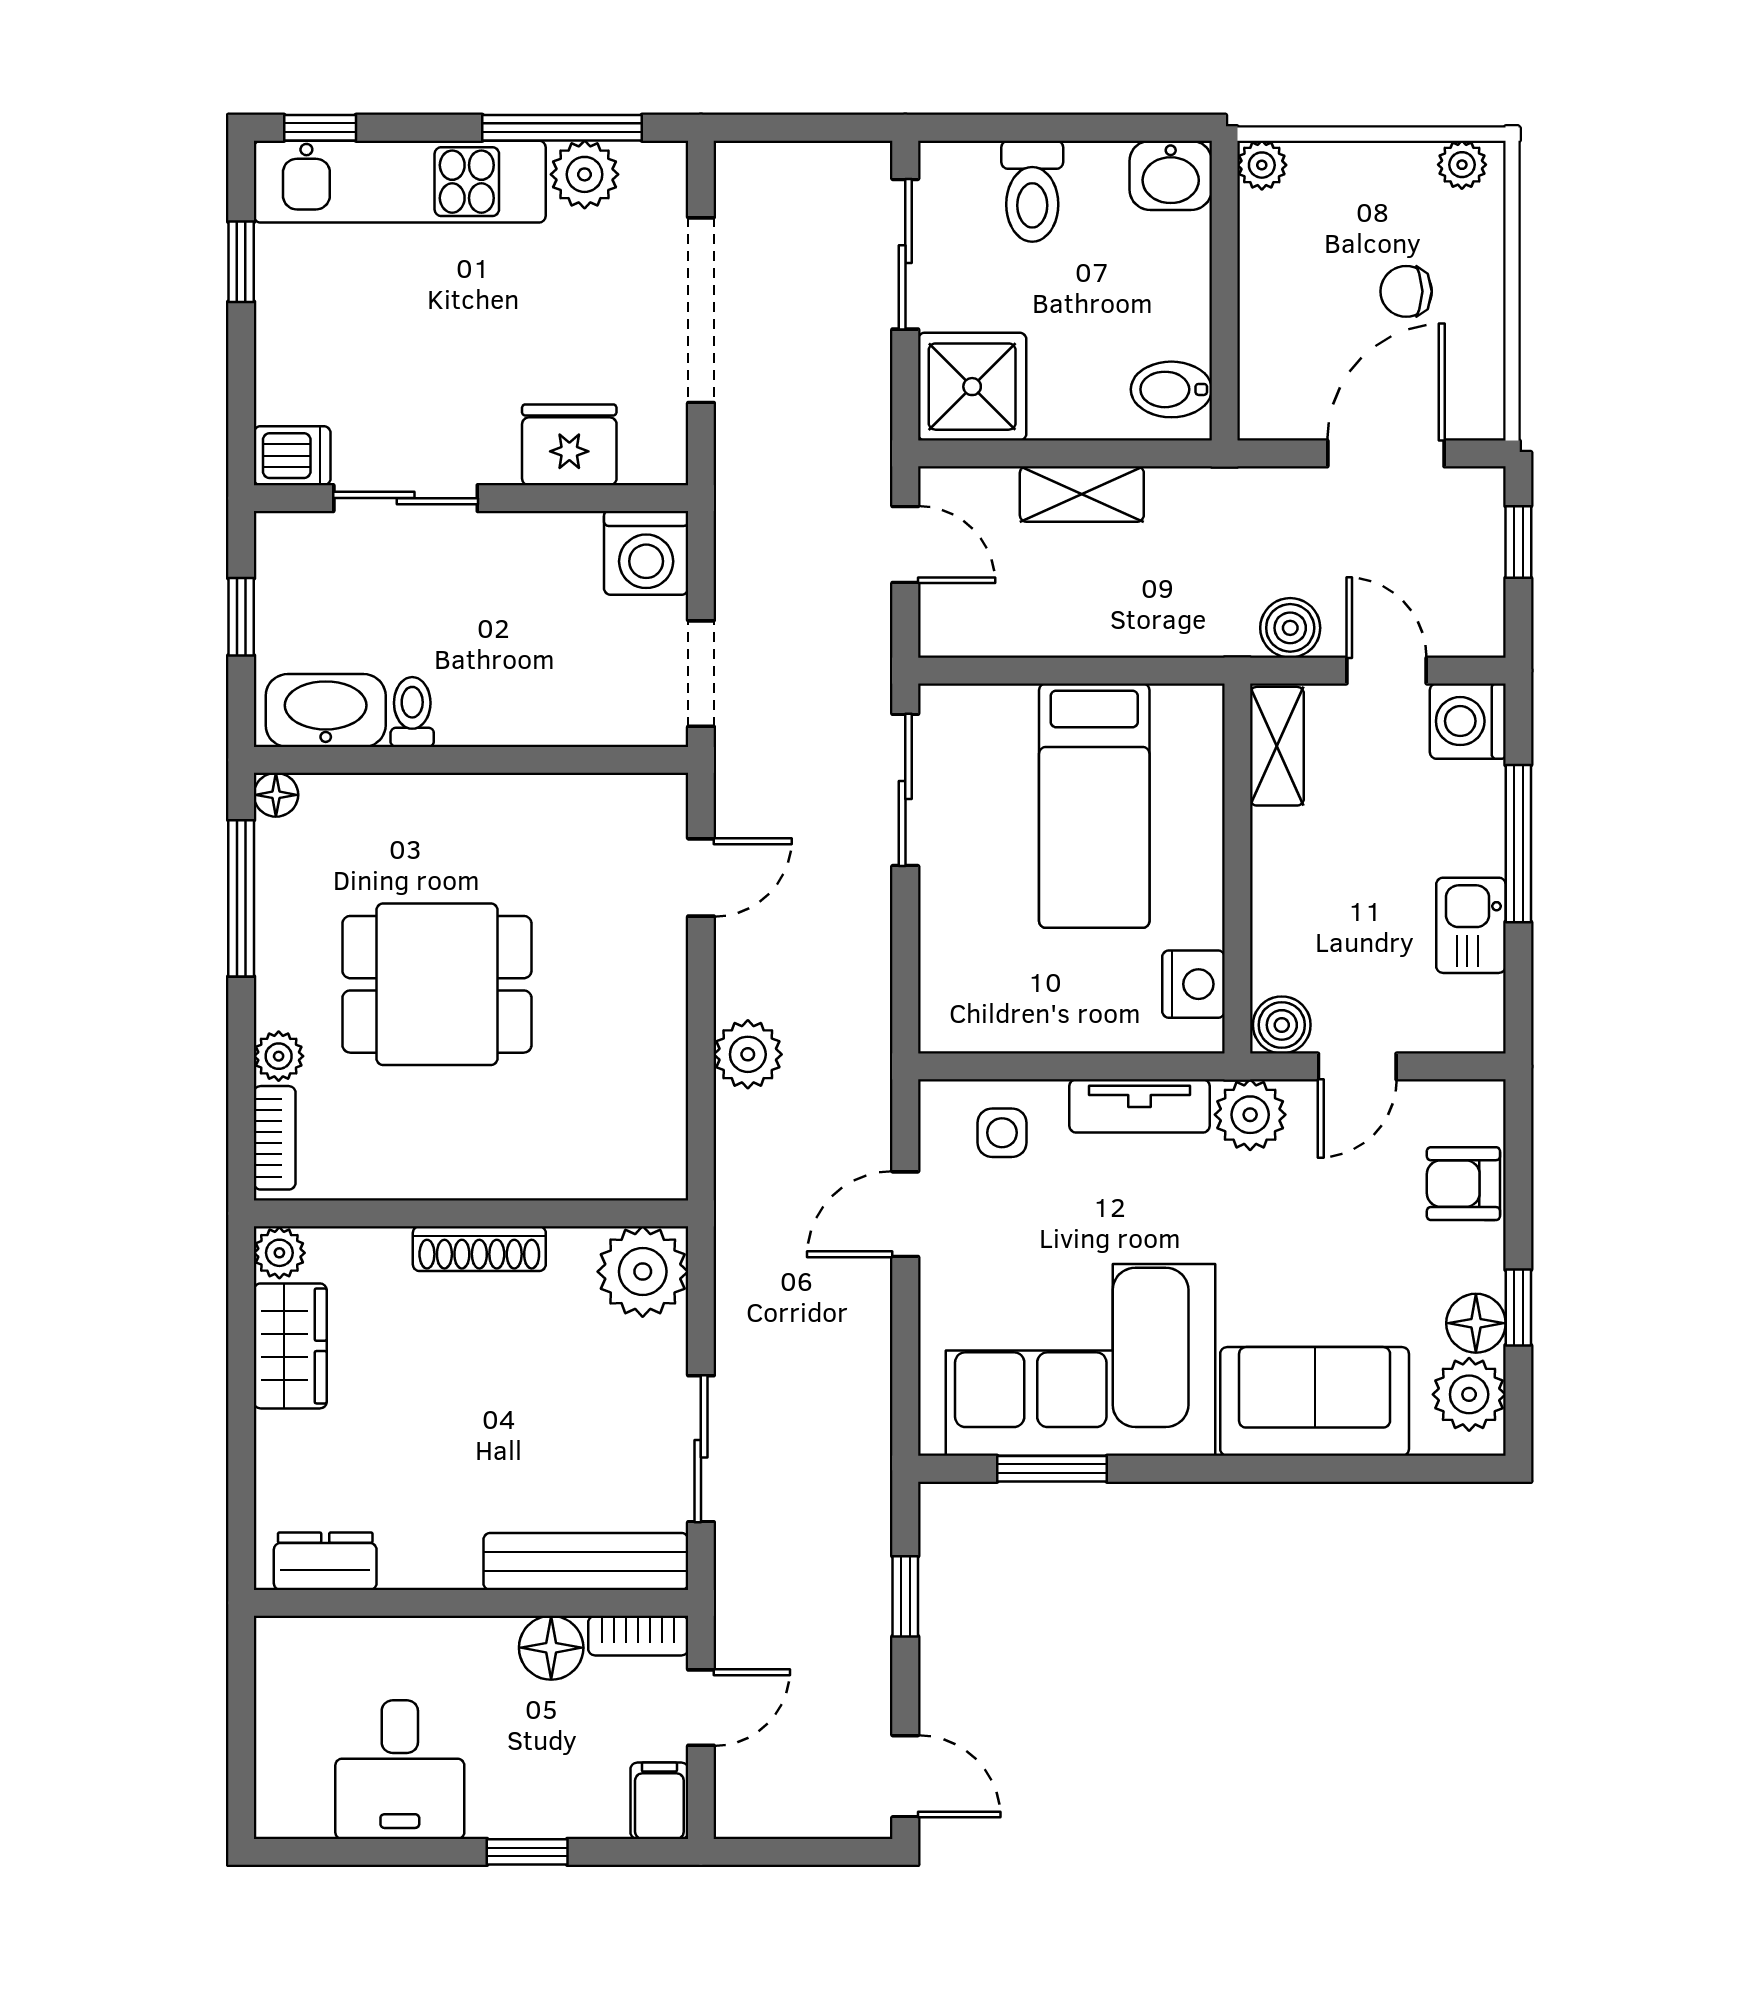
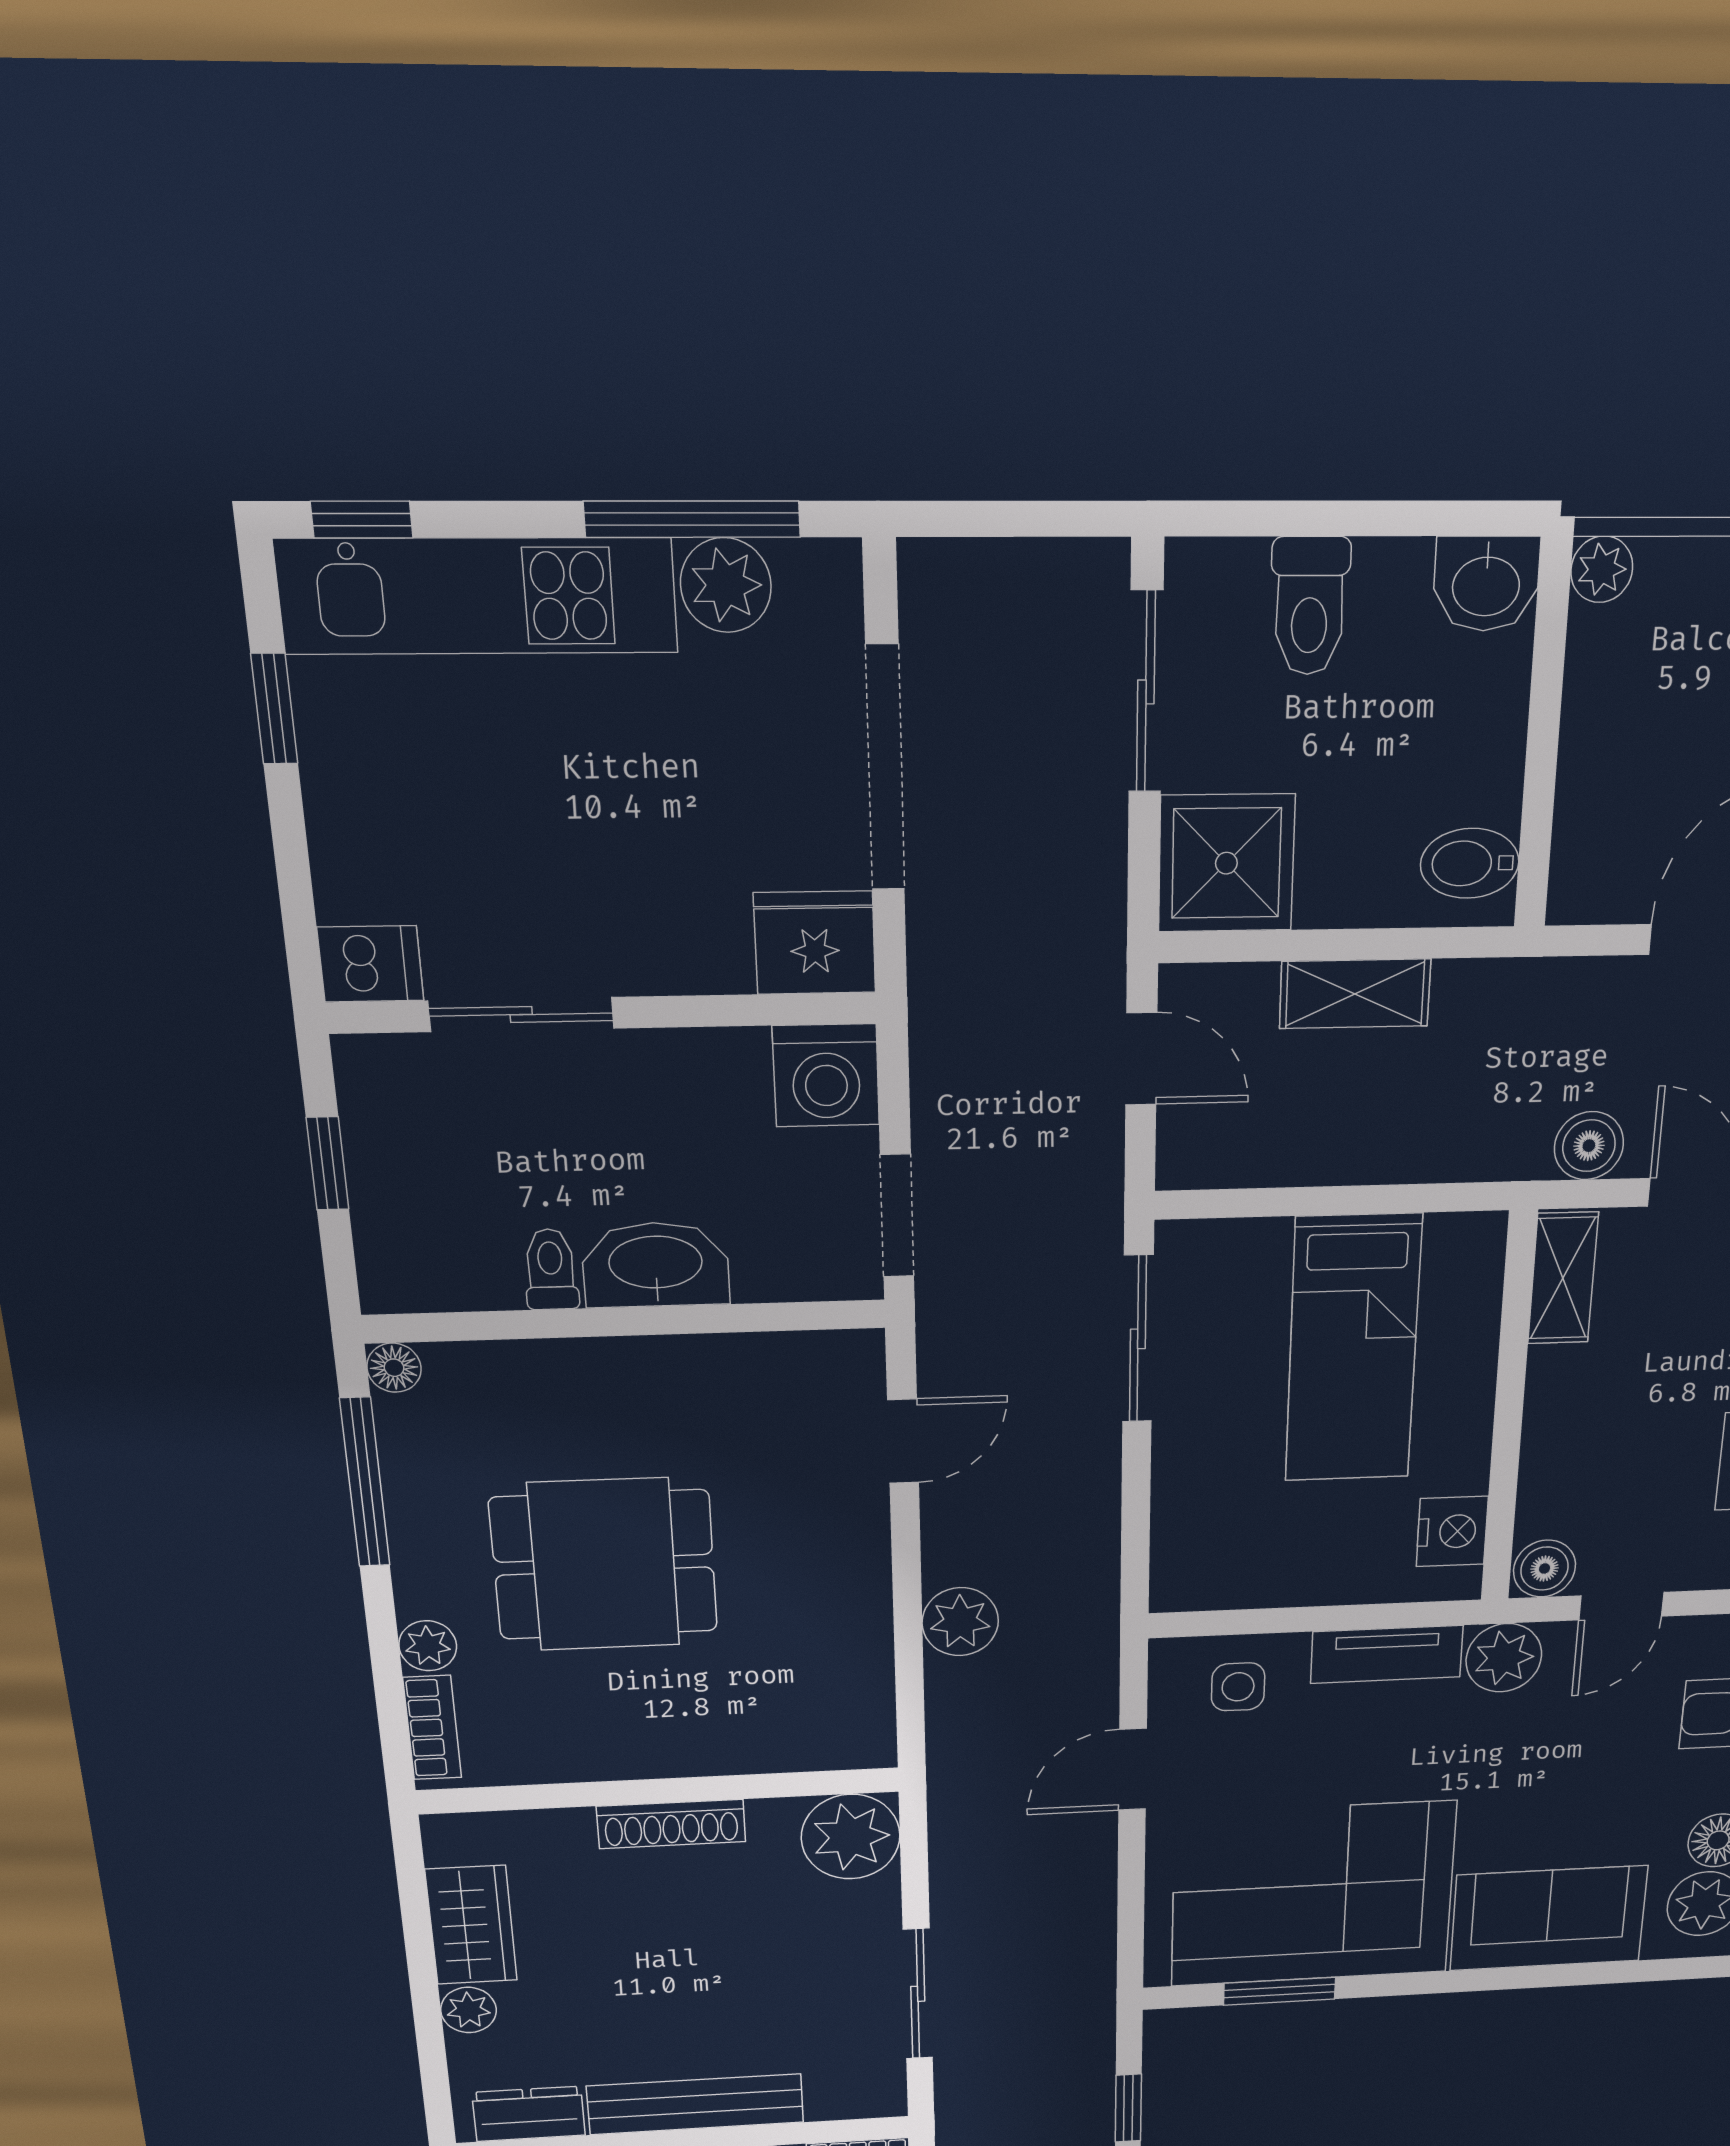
fridge: (569, 445) -> (815, 943), moved
washbasin: (326, 711) -> (656, 1265), moved
plant: (279, 1253) -> (469, 2010), moved
bench: (586, 1561) -> (696, 2104), moved

